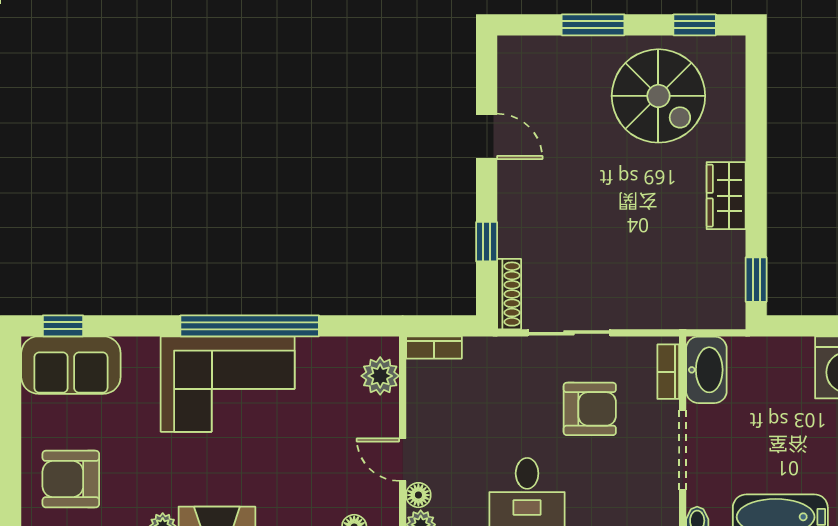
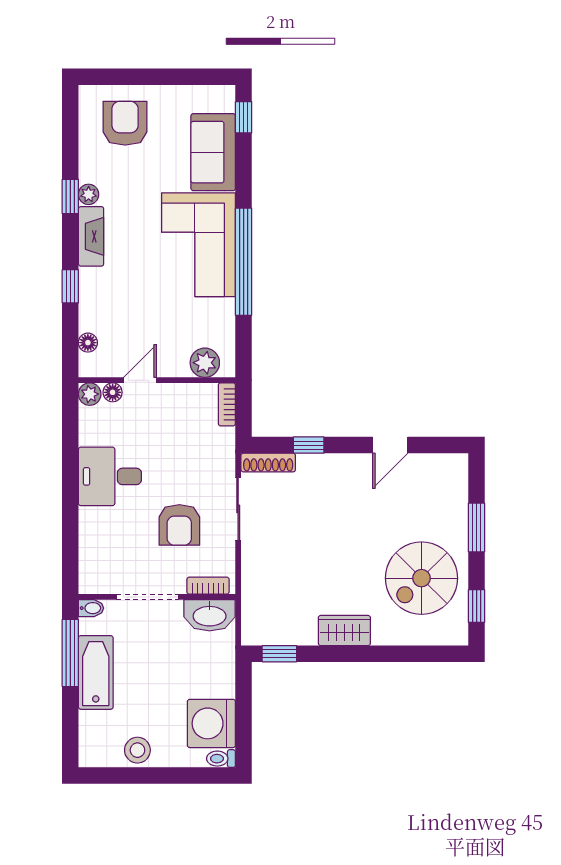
sofa: (71, 365) -> (213, 152), moved

